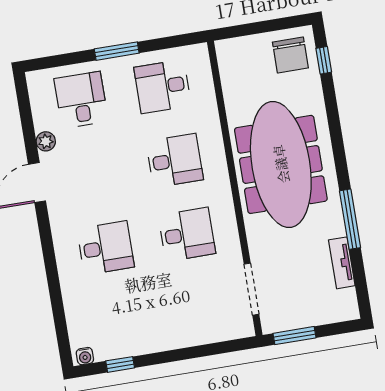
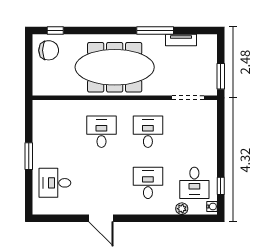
desk: (162, 86) -> (194, 183), moved
plant: (46, 141) -> (182, 209), moved

